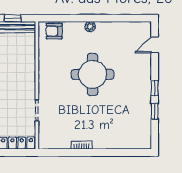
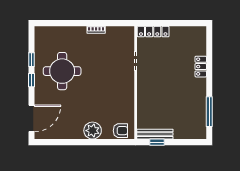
plant: (90, 27) -> (93, 131), width x1.87, depth x1.87
door: (155, 45) -> (31, 118), width x1.87
round table: (93, 74) -> (62, 71), moved

